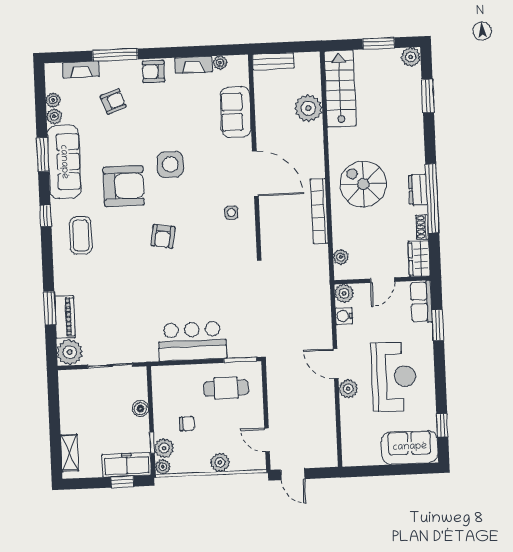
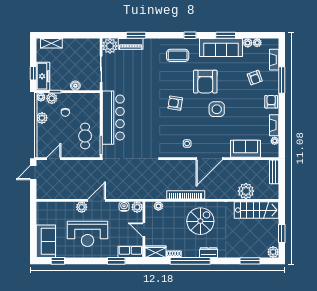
dresser: (418, 190) -> (209, 253), moved
bar counter: (192, 341) -> (113, 118), width x1.36
plant: (220, 462) -> (42, 118), moved

